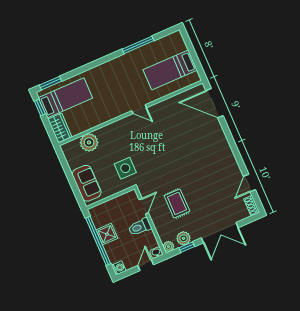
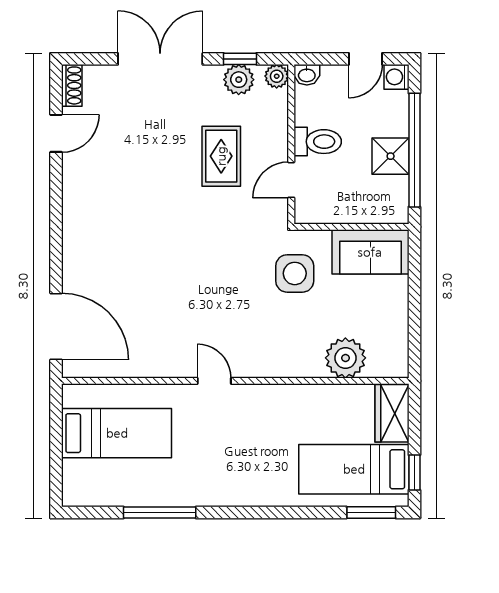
sofa: (87, 183) -> (370, 252), moved, turned -90
door: (146, 265) -> (366, 59), moved

